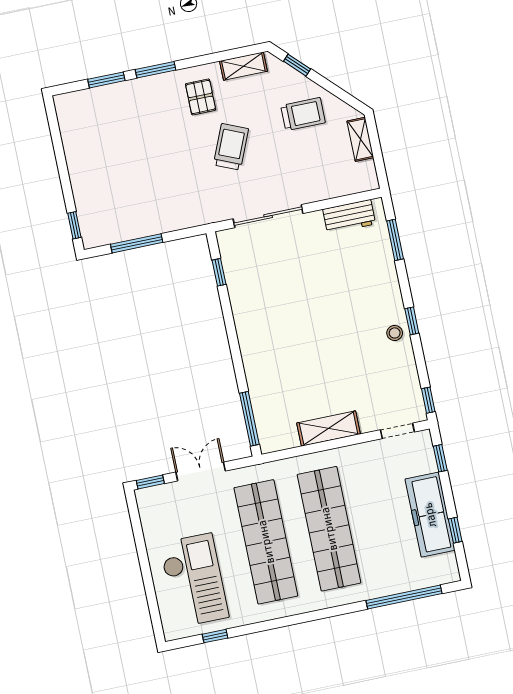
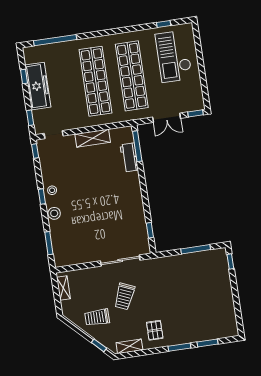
shelving: (360, 139) -> (63, 288), moved
trolley: (231, 147) -> (125, 296), moved
workbench: (349, 217) -> (129, 157), moved, turned -90
stool: (389, 293) -> (54, 213), added

